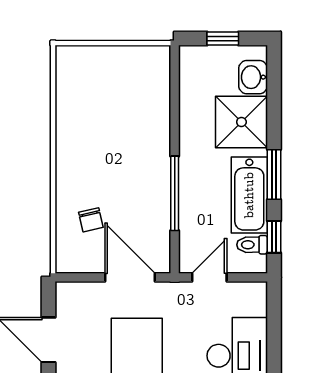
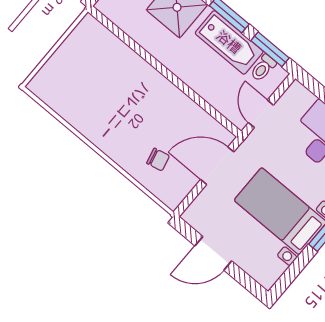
window: (175, 193) -> (187, 90), removed
window: (274, 237) -> (270, 49), width x1.50

